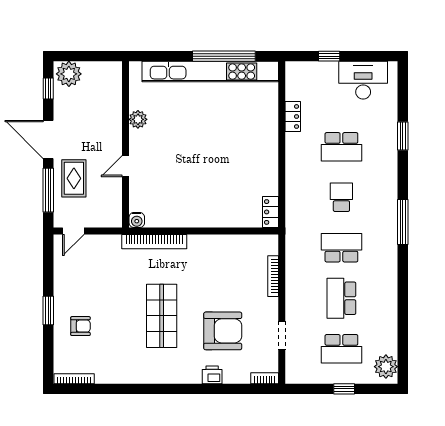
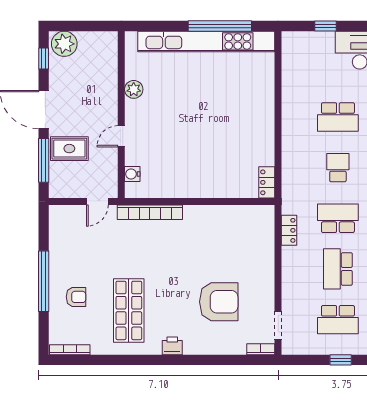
locker: (293, 116) -> (289, 230), moved
rug: (74, 178) -> (69, 149), turned 90
water cooler: (137, 220) -> (132, 174), moved, turned 90
door: (73, 231) -> (97, 201), moved
bookcase: (273, 276) -> (269, 247), removed
window: (48, 311) -> (44, 281), width x2.11
shop shelf: (162, 316) -> (129, 310), moved
doorway: (282, 335) -> (278, 325), moved
printer: (212, 375) -> (172, 346), moved

